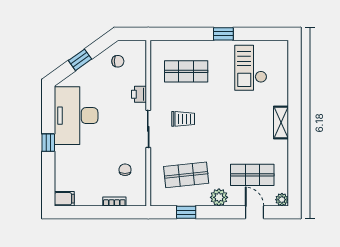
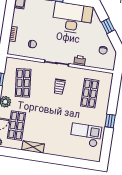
shelving: (281, 122) -> (33, 147), moved

